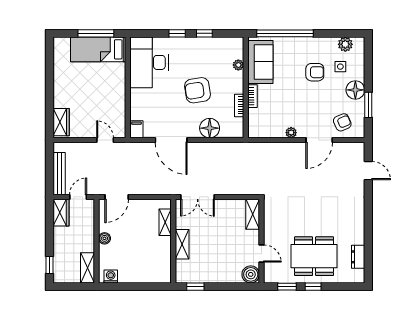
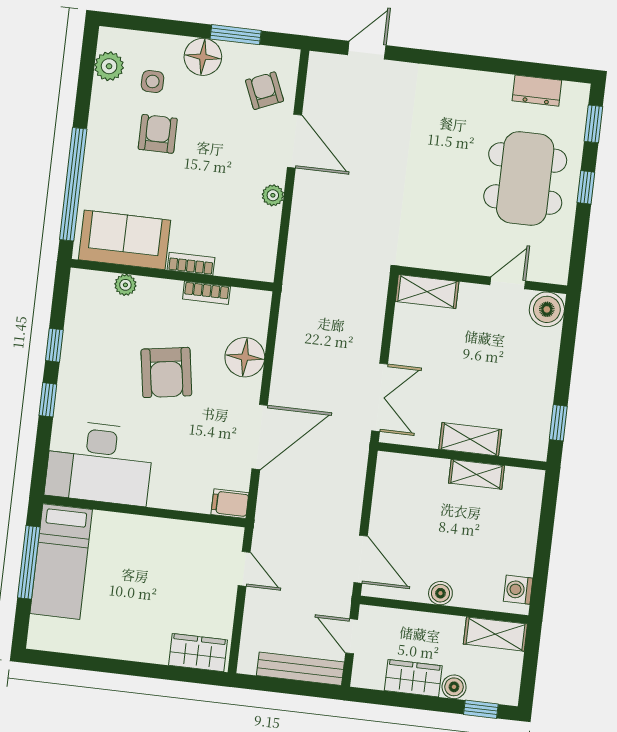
door: (105, 140) -> (244, 569), swing flipped
wardrobe: (61, 213) -> (413, 678), moved
shelving: (165, 222) -> (477, 474), moved
boiler: (59, 250) -> (454, 687), added
window: (287, 287) -> (593, 124), moved

